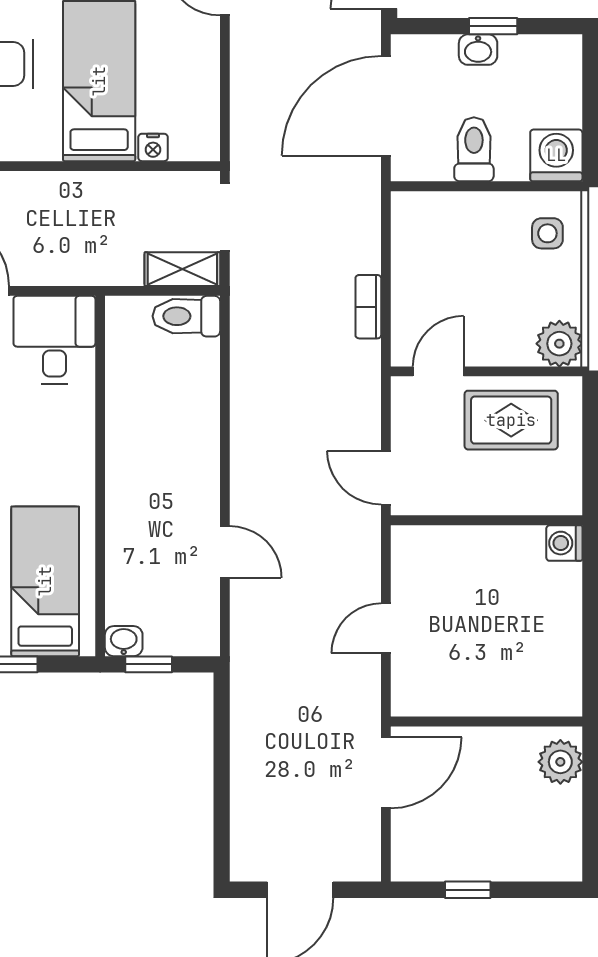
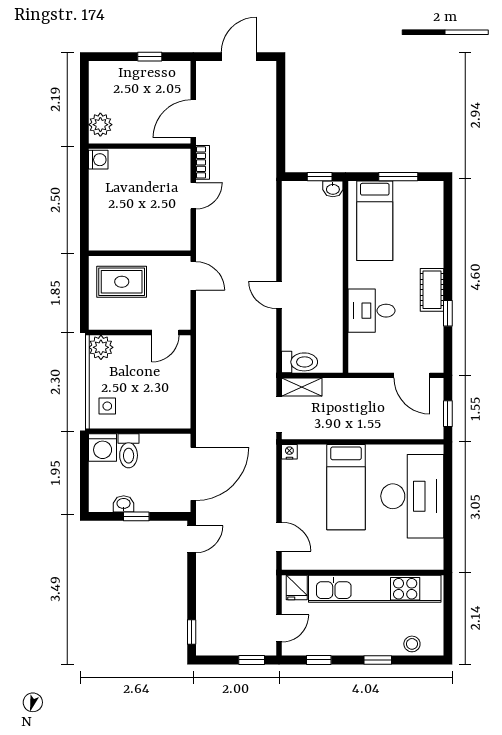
washbasin: (478, 50) -> (124, 504), moved
nightstand: (153, 147) -> (289, 452), moved
toilet: (474, 149) -> (129, 451), moved
bookcase: (368, 307) -> (203, 162), moved
desk: (54, 340) -> (371, 311), moved, turned 90
rug: (511, 420) -> (122, 282), moved
washing machine: (564, 543) -> (98, 160), moved
door: (225, 552) -> (279, 295), moved

